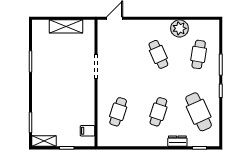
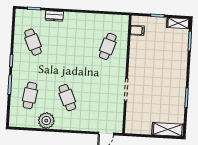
shelving: (66, 26) -> (168, 130), moved
cafe table: (158, 112) -> (70, 44), removed
cafe table: (199, 112) -> (33, 42), width x0.73, depth x0.74

